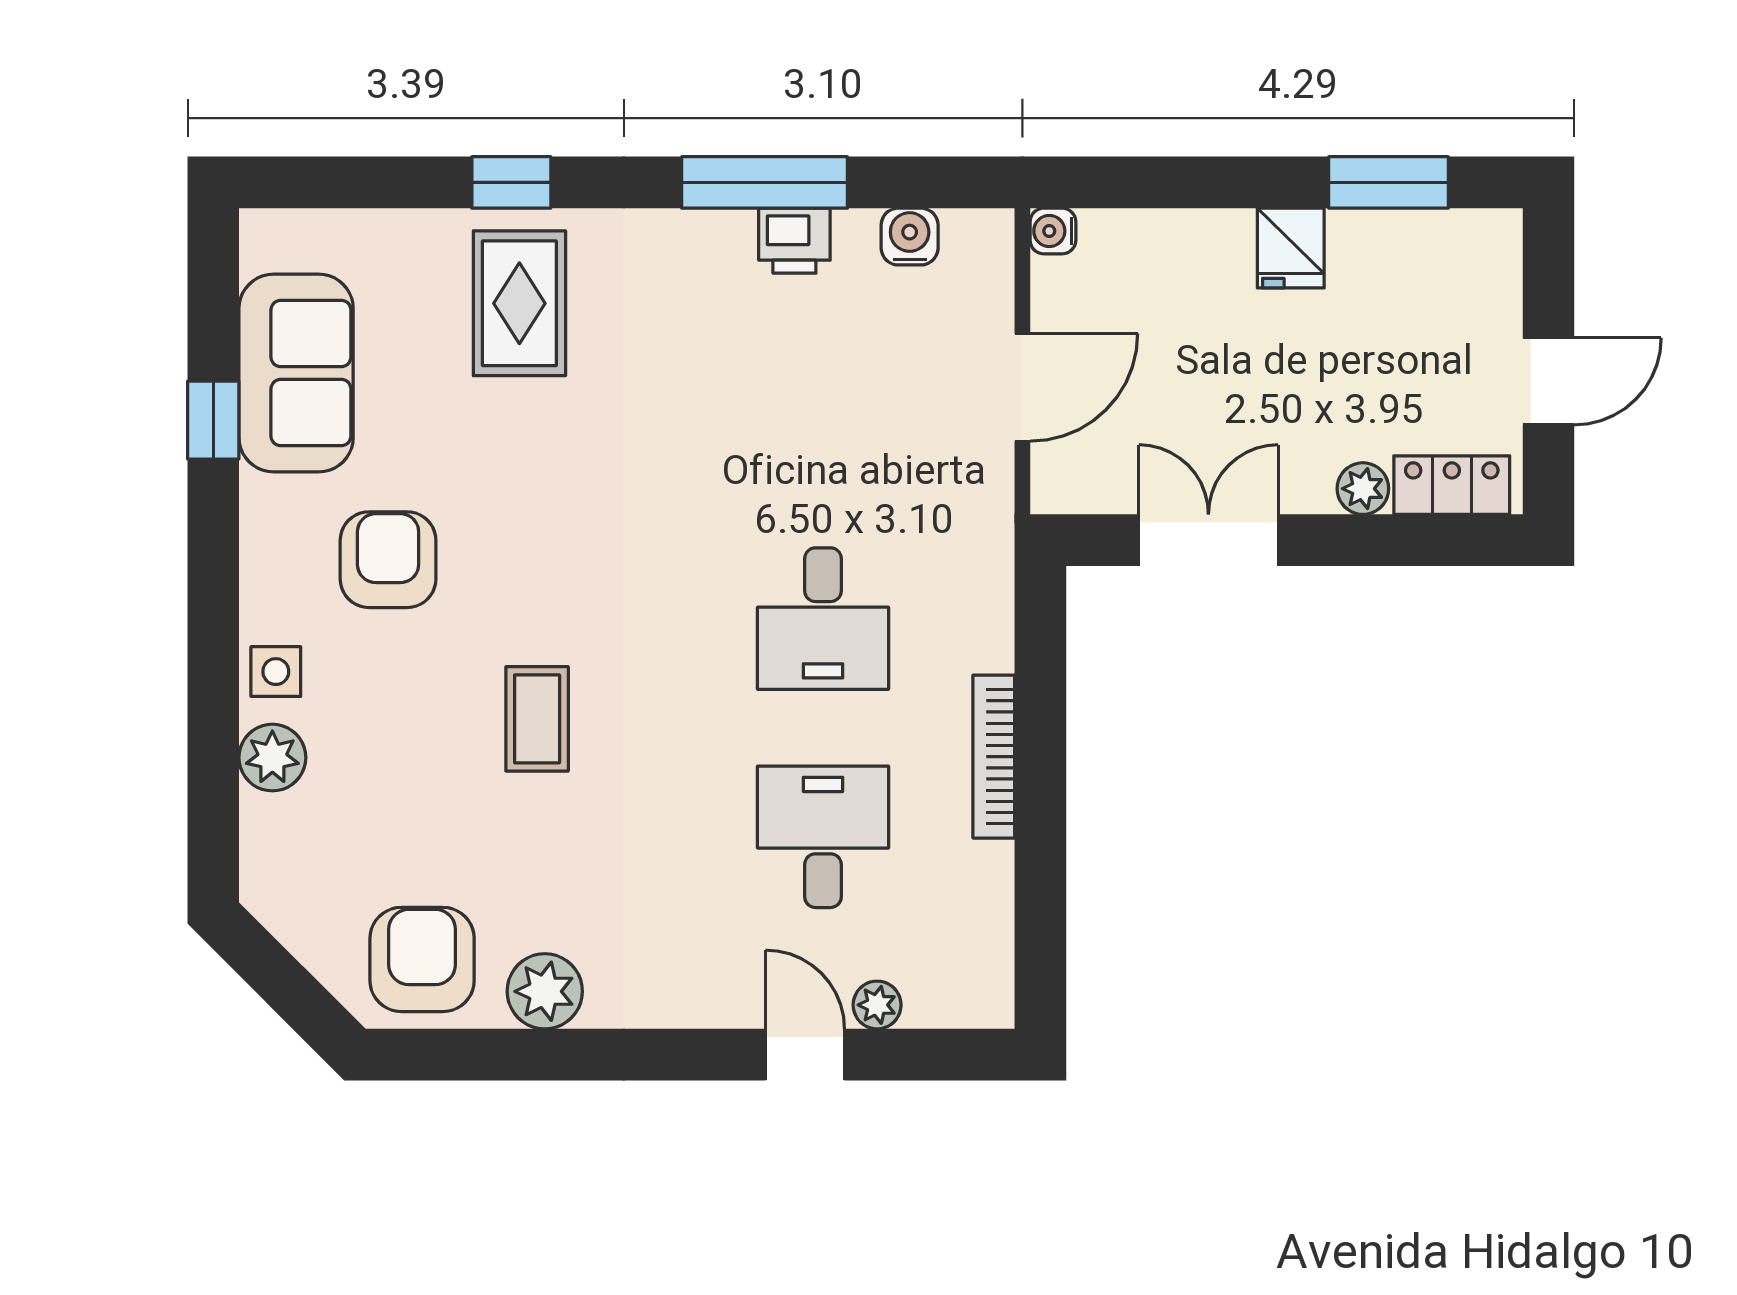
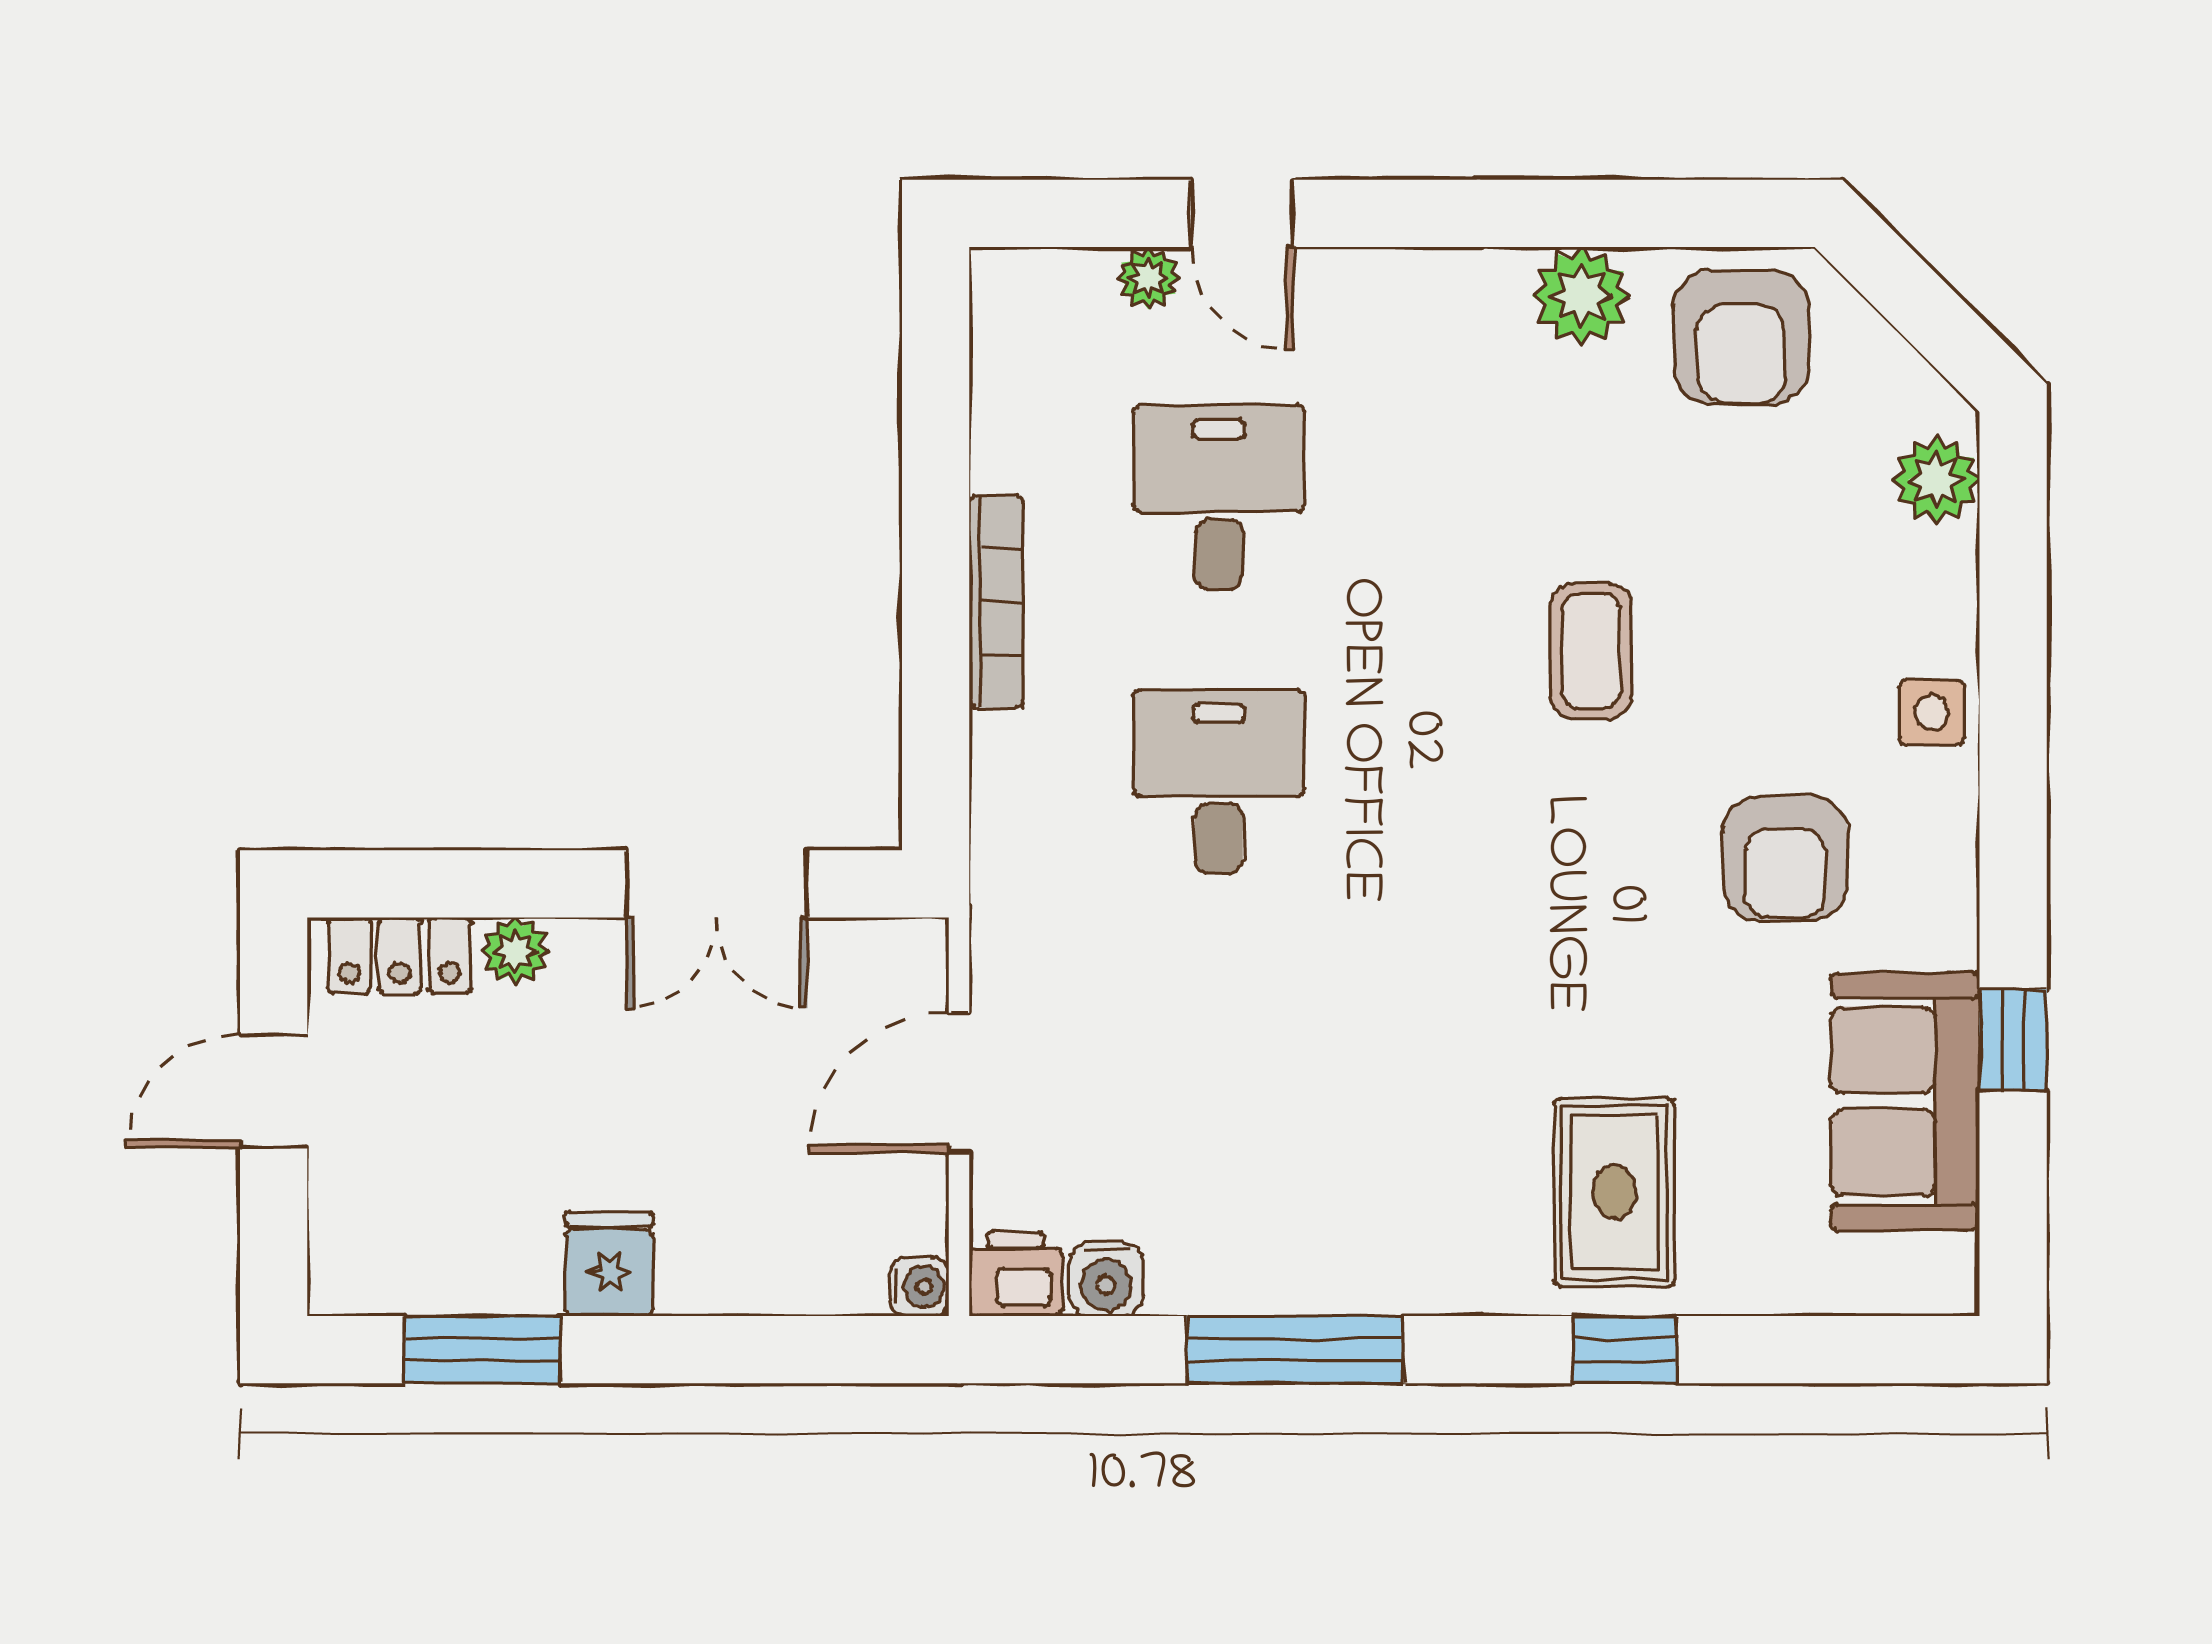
printer: (794, 241) -> (1016, 1274), moved
plant: (272, 758) -> (1936, 480), moved
desk: (823, 837) -> (1219, 497), turned 180

